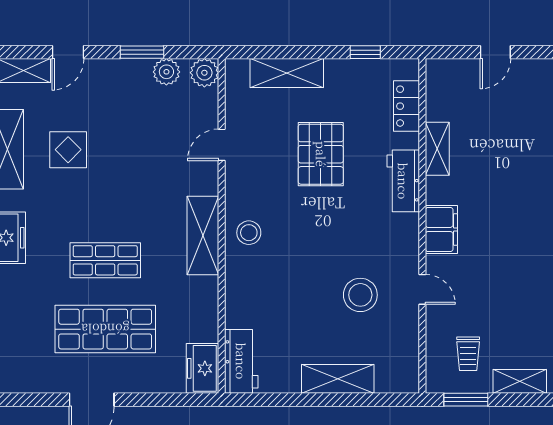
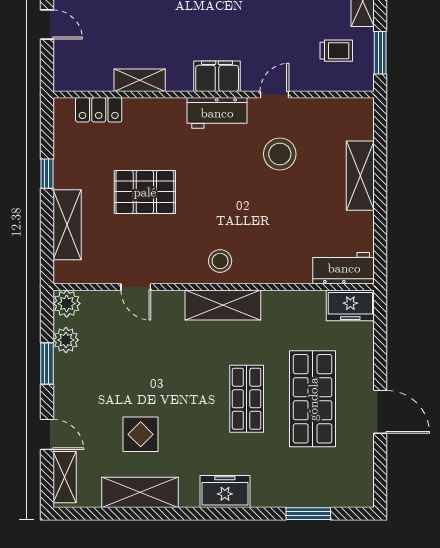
window: (365, 52) -> (47, 174), moved
workbench: (403, 181) -> (217, 113), moved

